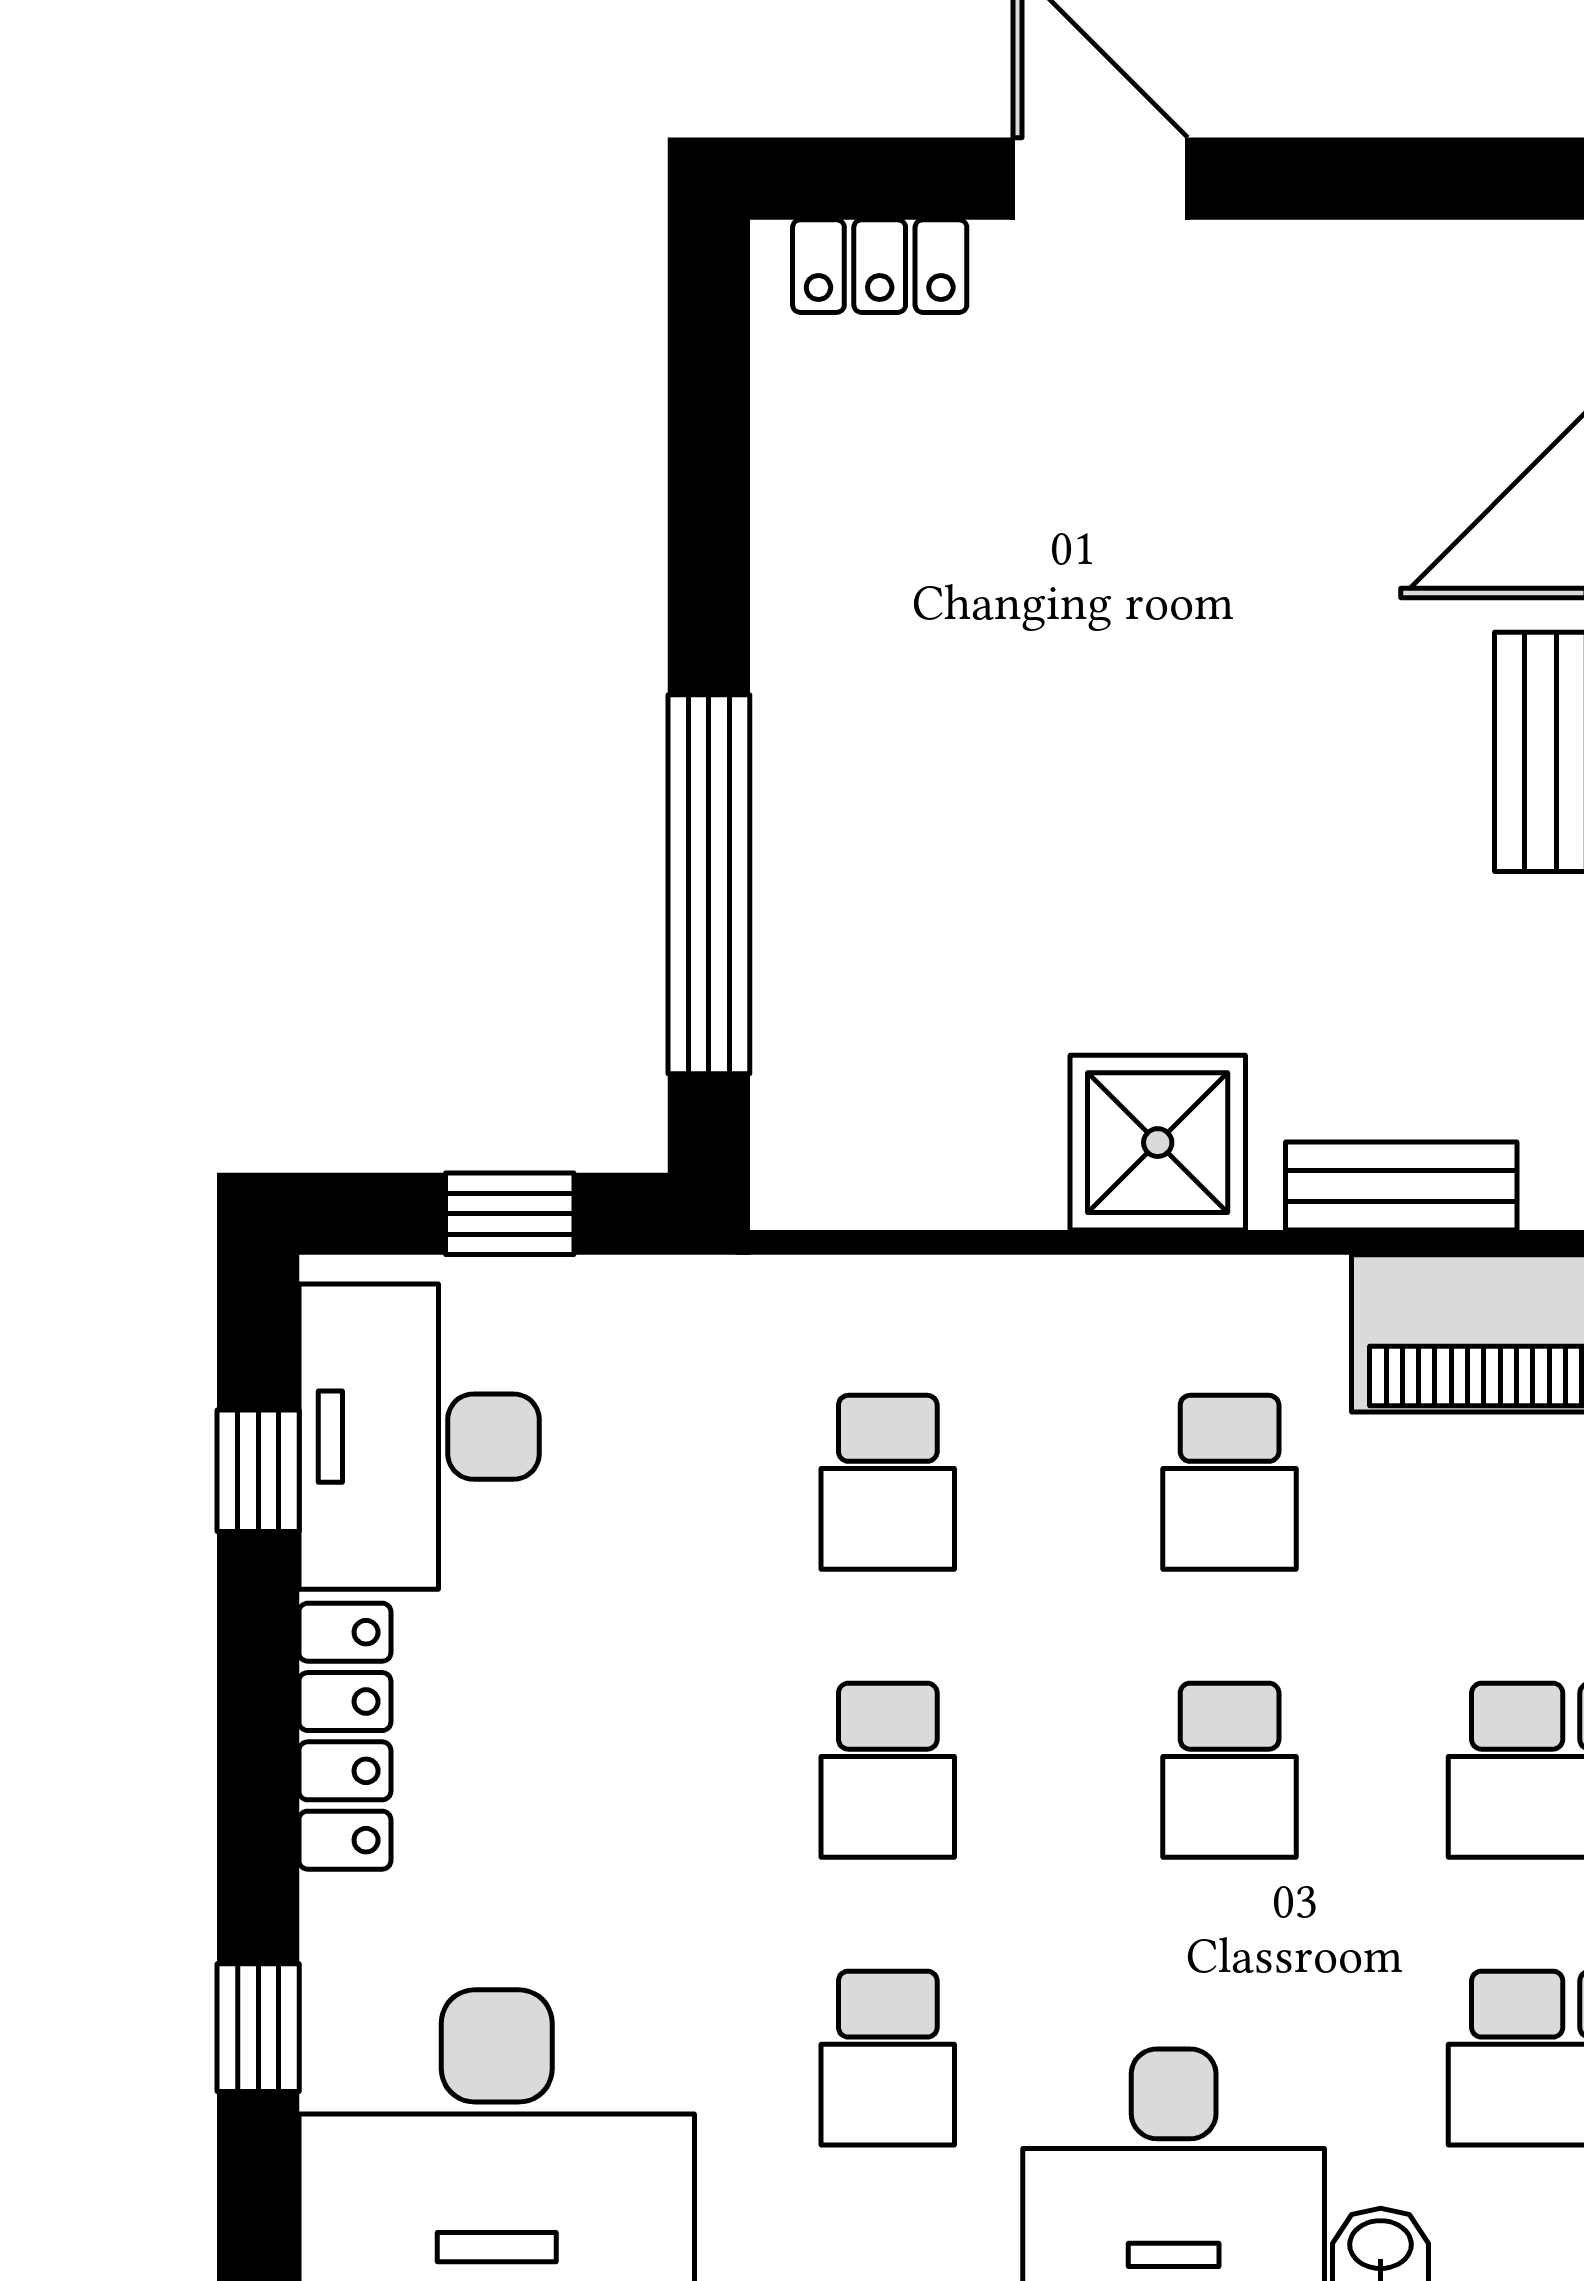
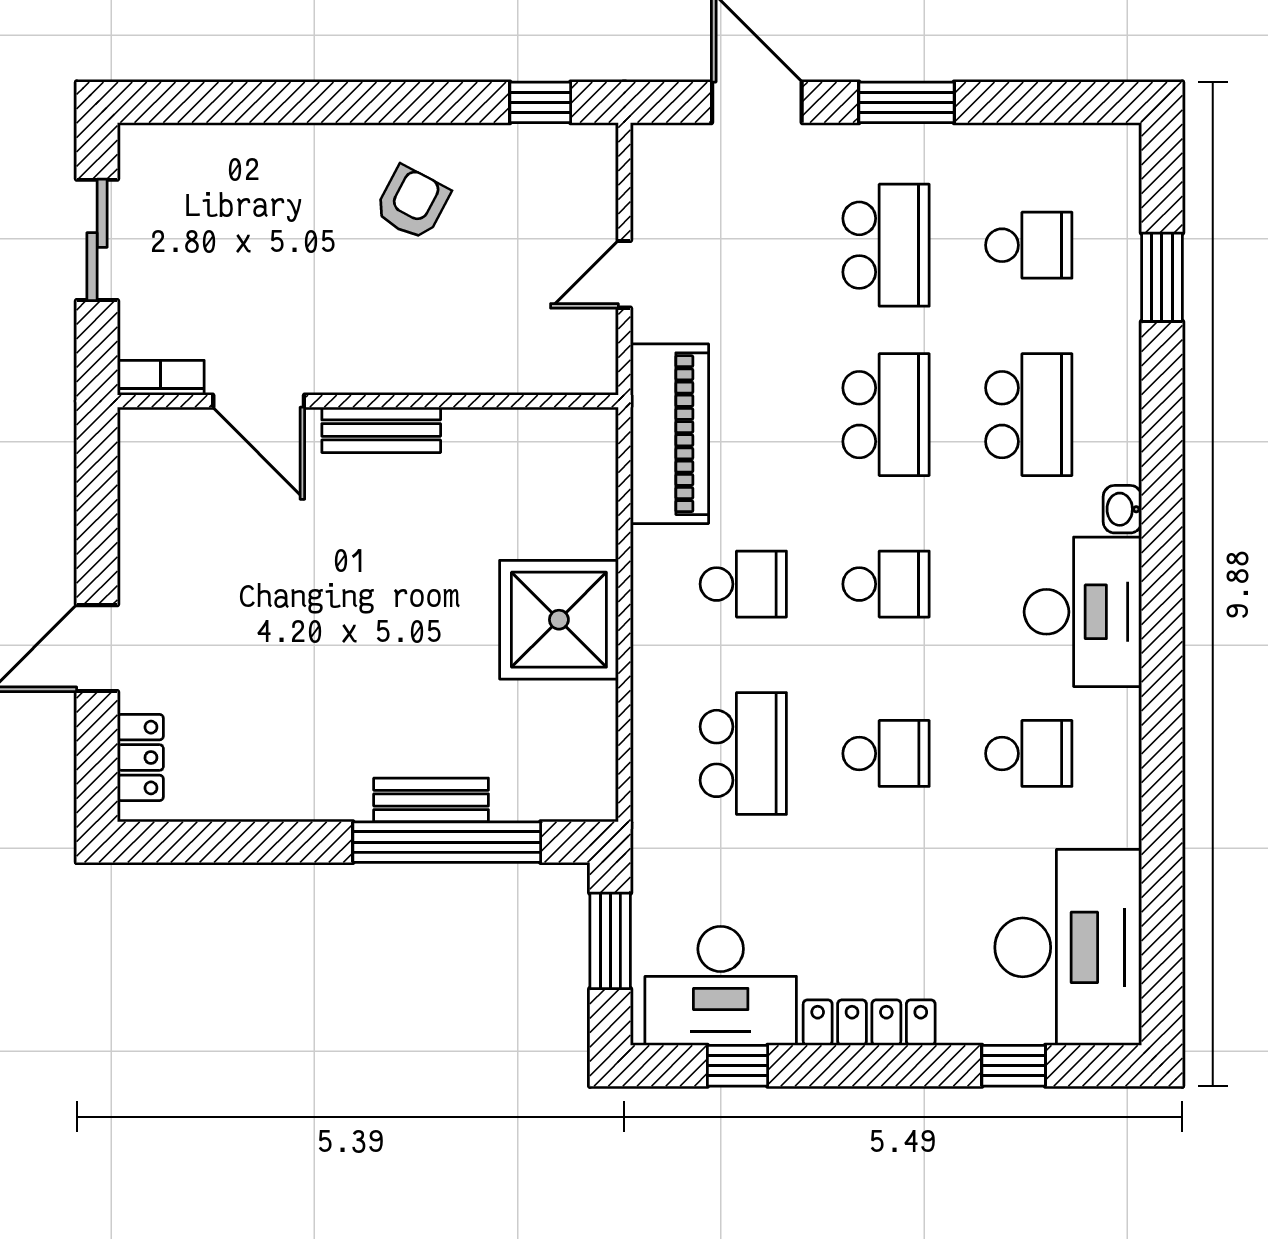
shower: (1158, 1143) -> (559, 620), width x1.37, depth x1.37
bench: (1401, 1186) -> (431, 800), moved, turned 90
window: (510, 1214) -> (610, 941), width x1.50
school desk: (888, 1482) -> (743, 753), width x1.85

